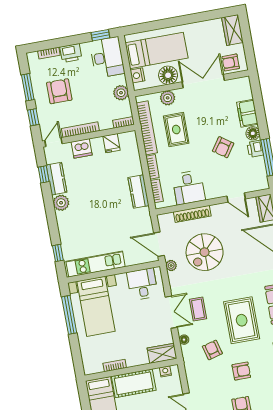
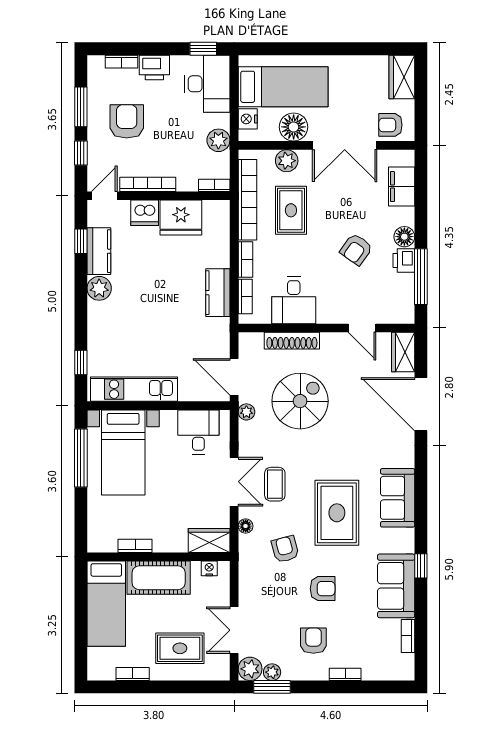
double door: (203, 81) -> (345, 145), swing flipped
filing cabinet: (247, 113) -> (402, 187), moved
fridge: (111, 143) -> (181, 218), width x1.88, depth x1.34
spiral stairs: (205, 252) -> (300, 401), turned 180

